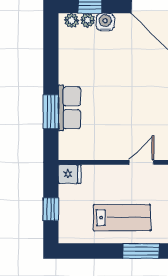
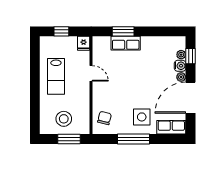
plant: (72, 20) -> (181, 77), moved
door: (141, 162) -> (91, 73), moved
window: (141, 251) -> (35, 89), removed

